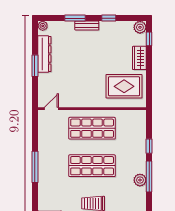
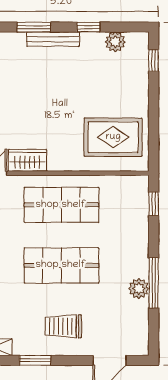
bench: (87, 26) -> (53, 39), width x1.36
plant: (140, 27) -> (115, 42), moved
wardrobe: (139, 58) -> (27, 160), moved, turned 90
window: (149, 146) -> (154, 204), moved

